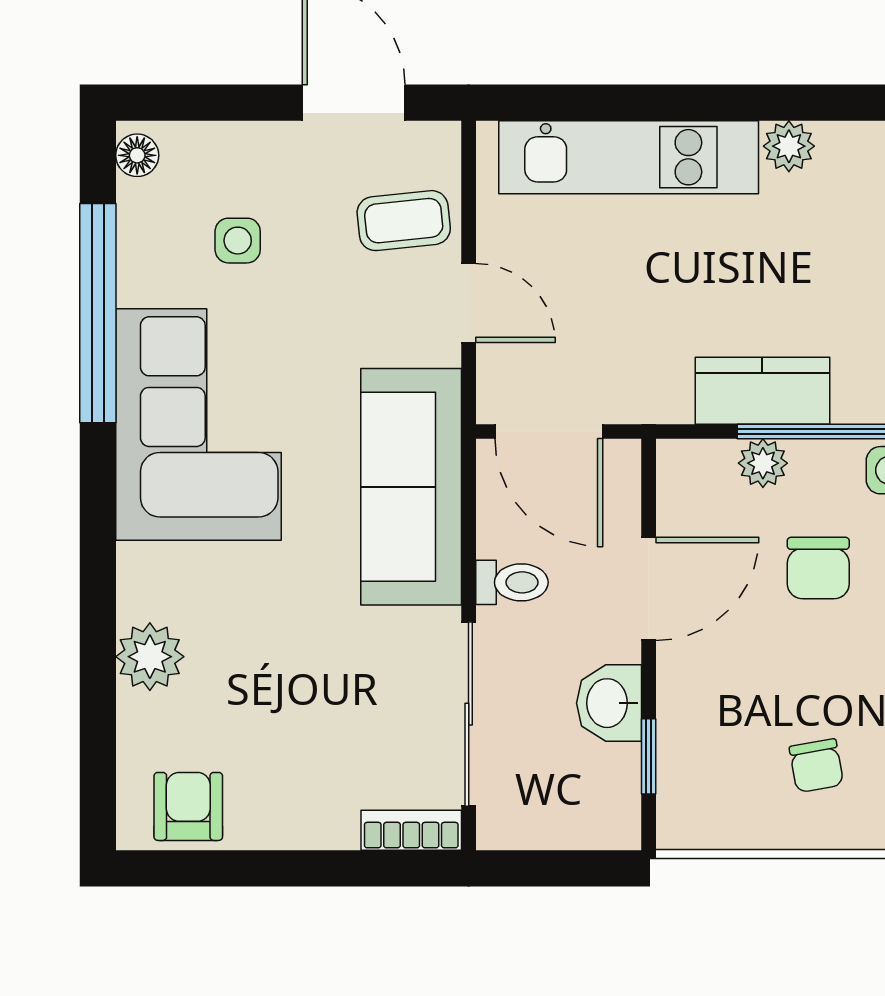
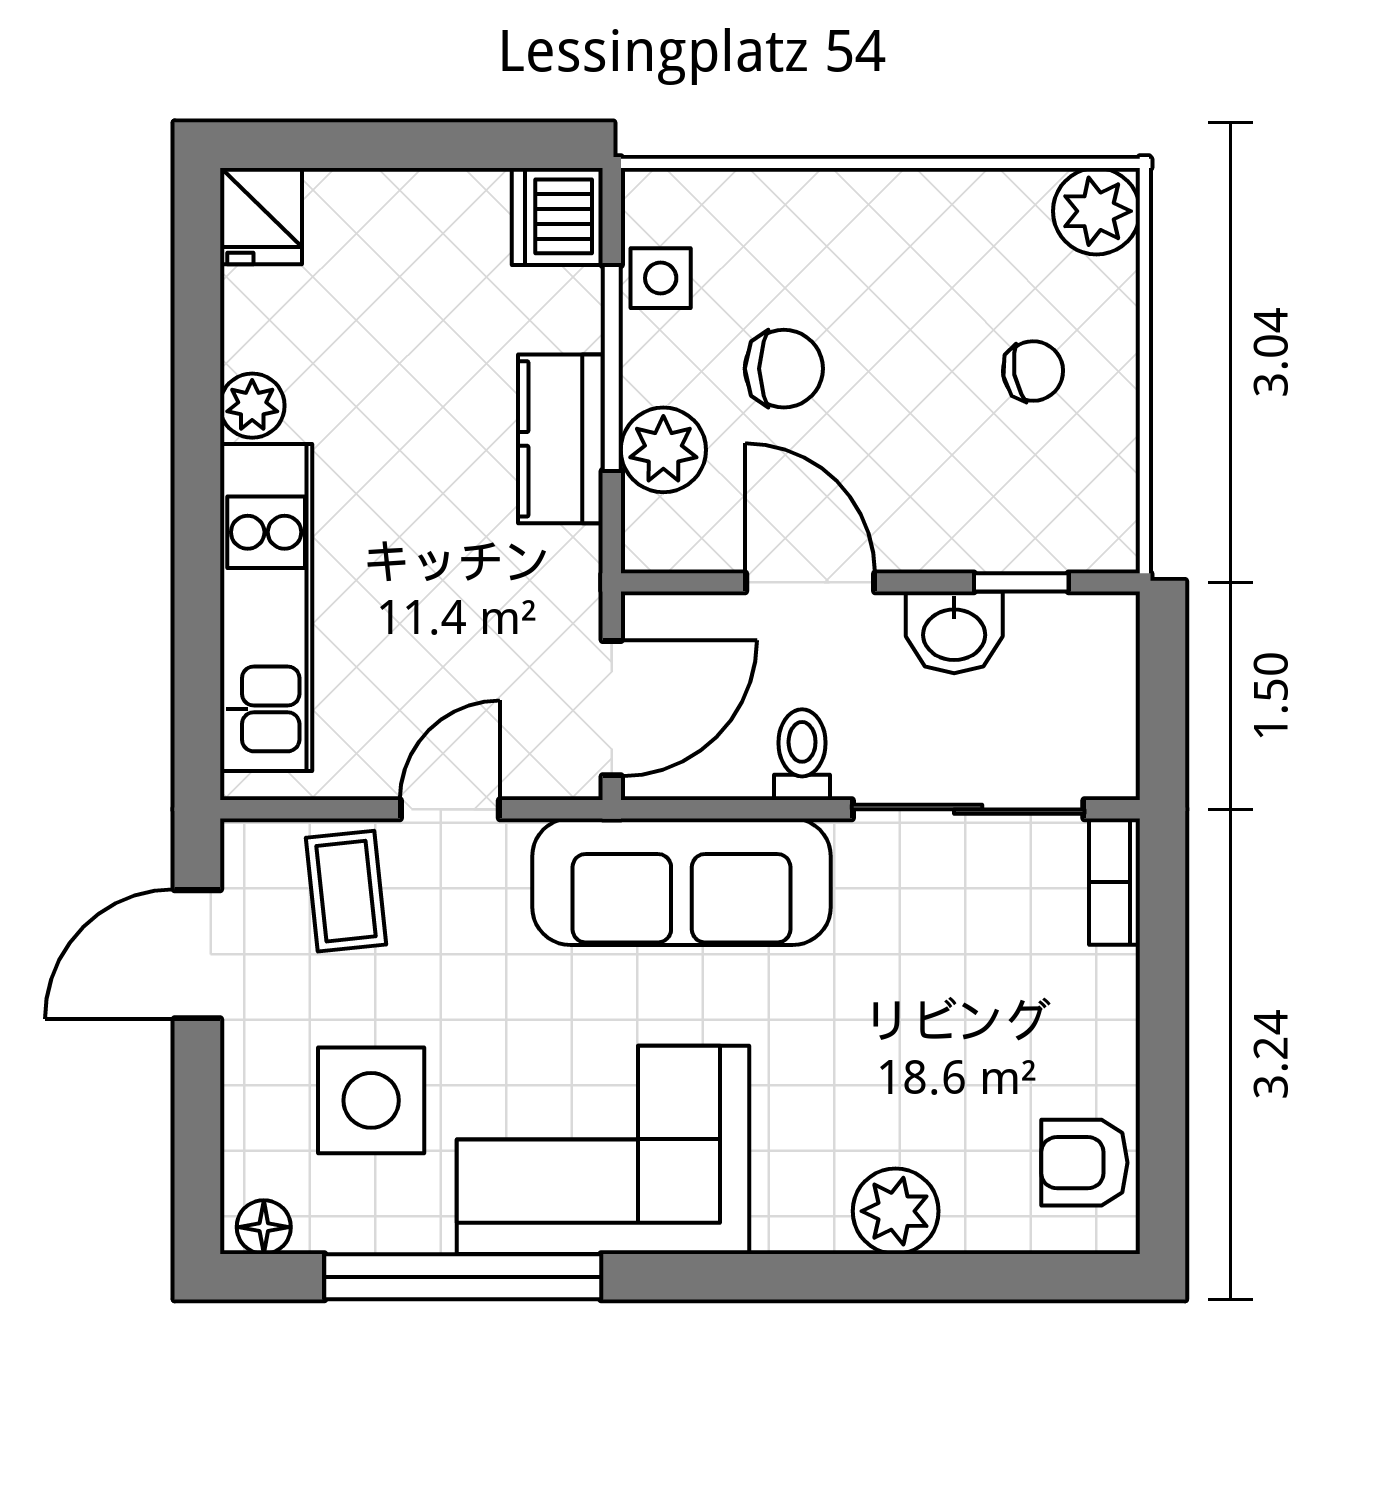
side table: (238, 241) -> (371, 1100), width x1.87, depth x1.87
plant: (763, 463) -> (663, 450), width x1.38, depth x1.38

